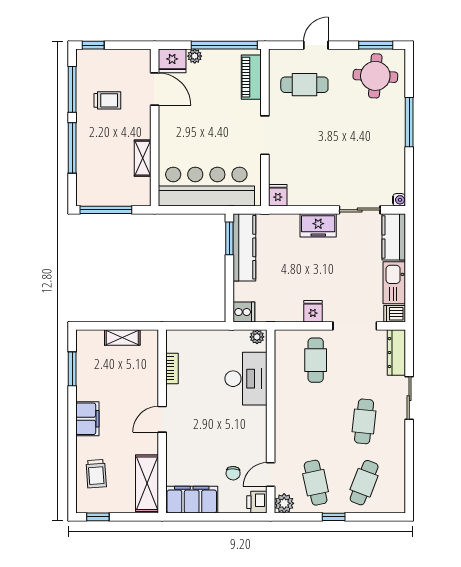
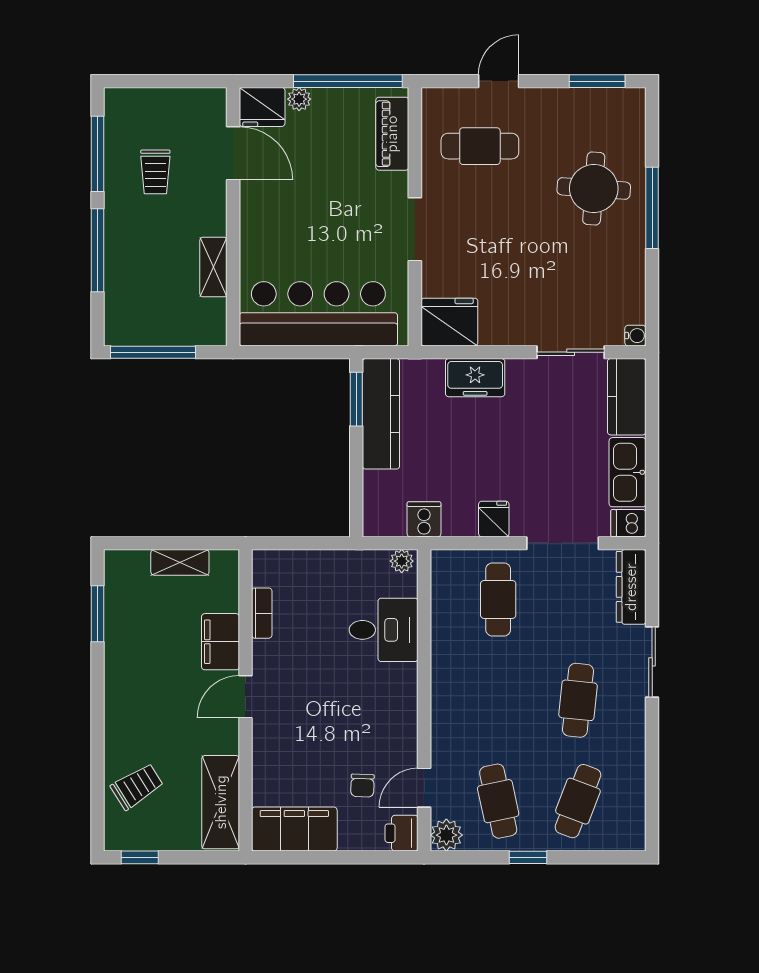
window: (93, 45) -> (132, 81), removed
round table: (375, 76) -> (594, 189), moved
trolley: (107, 100) -> (155, 172), turned 90
fridge: (278, 195) -> (449, 322), width x1.88, depth x1.34
freezer: (318, 225) -> (475, 378), moved
cooker: (244, 312) -> (424, 519), moved, turned -90
desk: (246, 379) -> (384, 630), width x0.73
filing cabinet: (87, 419) -> (220, 642), moved, turned 180
trolley: (96, 474) -> (137, 786), turned -118

